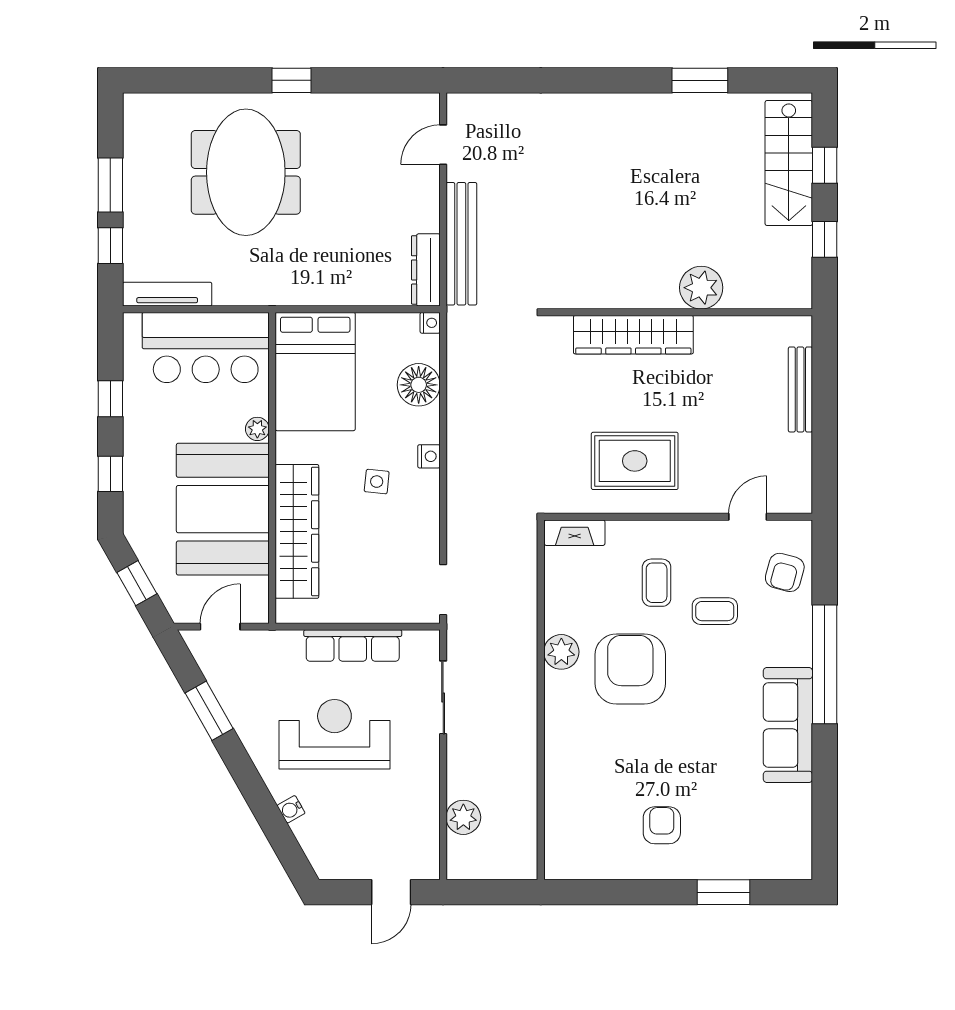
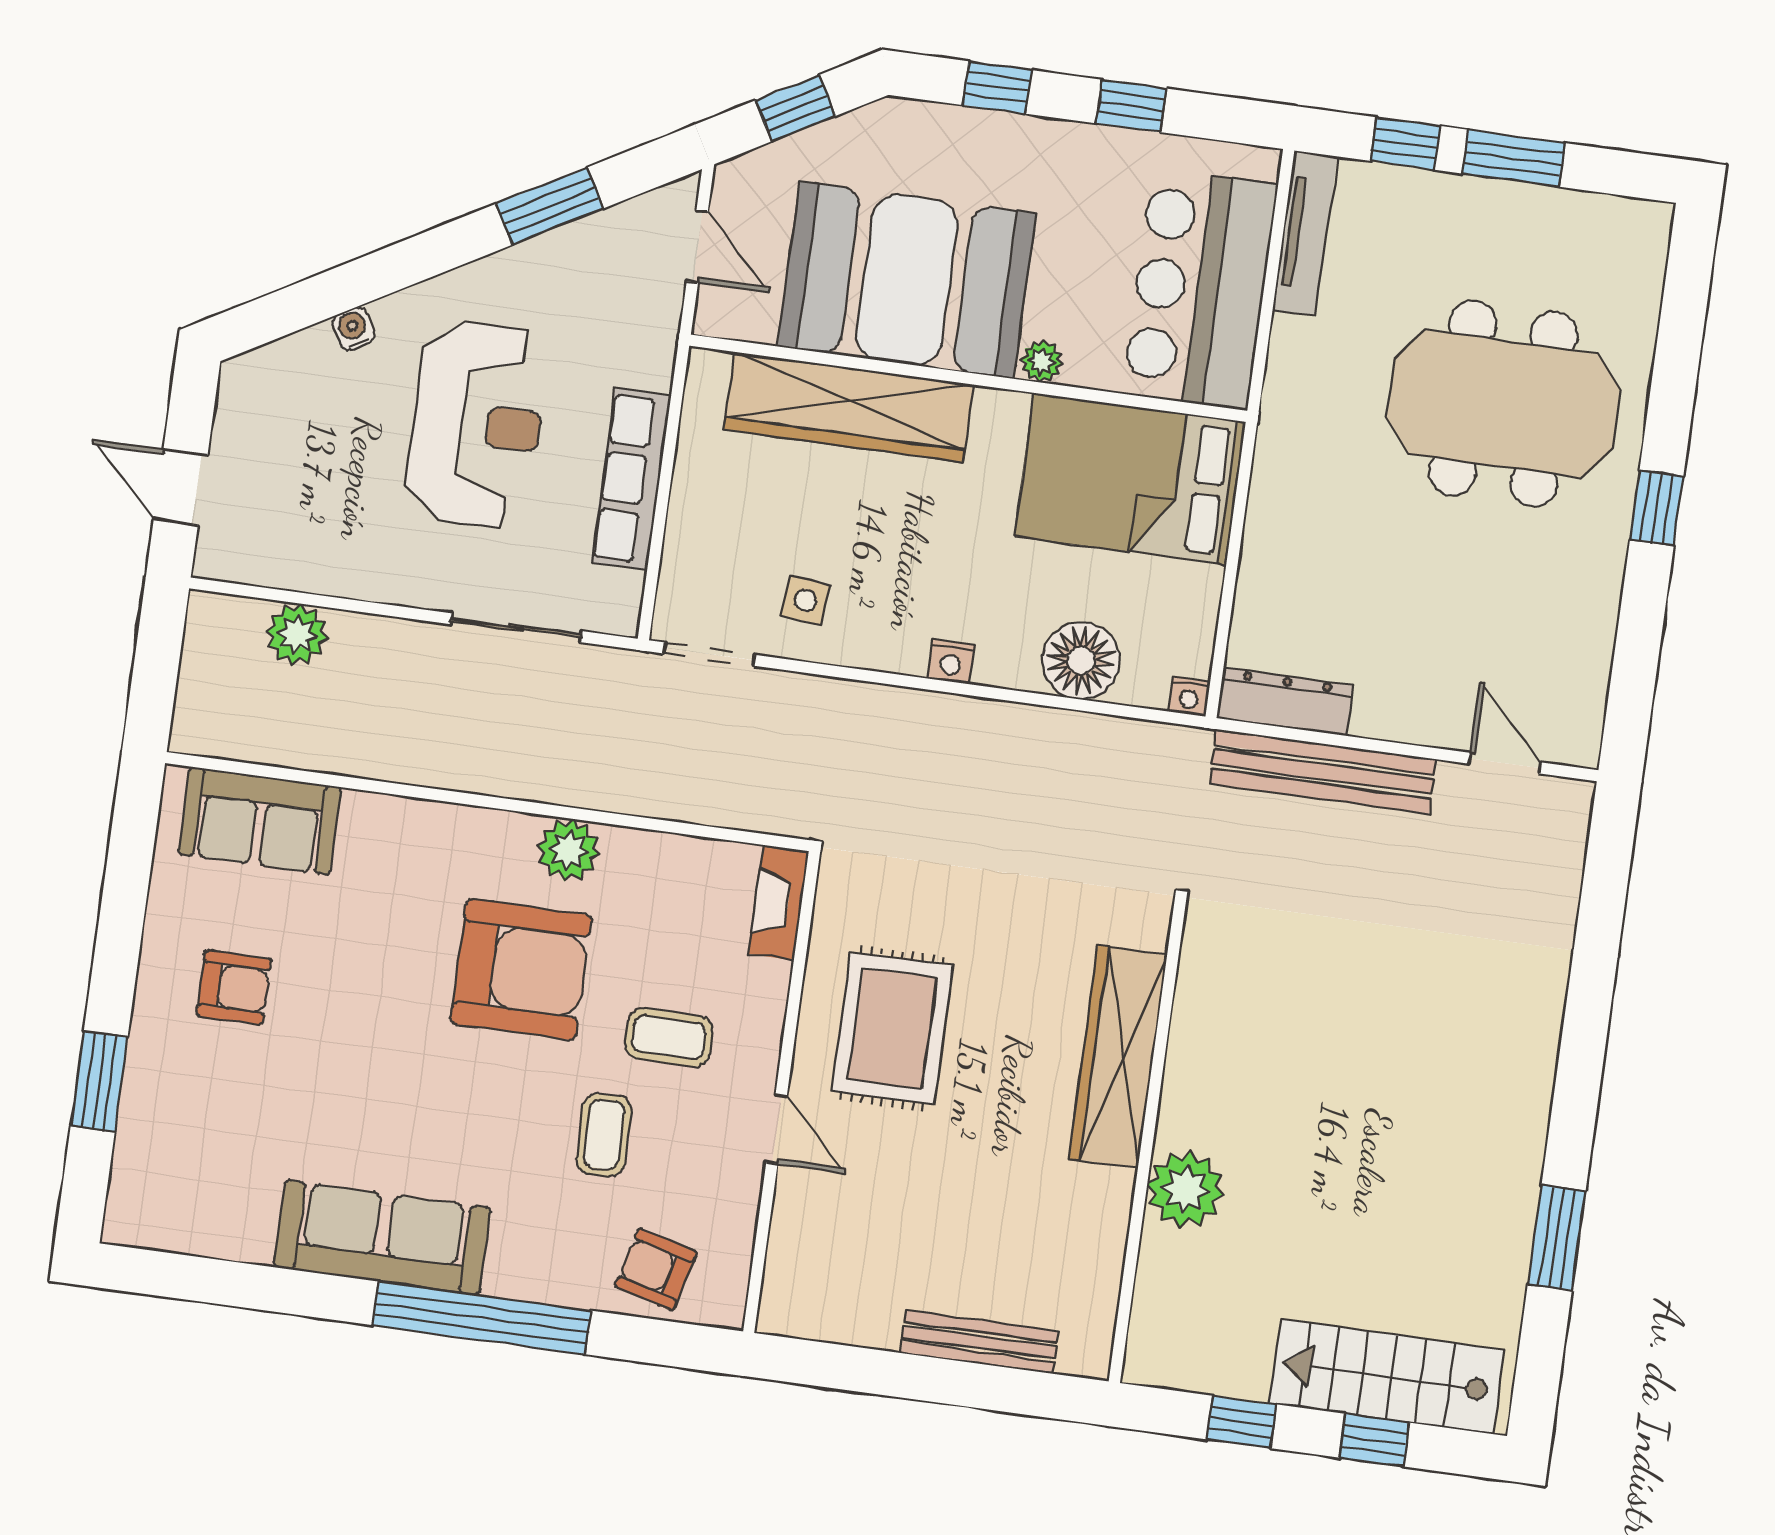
side table: (377, 482) -> (806, 600), moved
door: (748, 517) -> (776, 1129), moved
sofa: (568, 824) -> (260, 821), added

